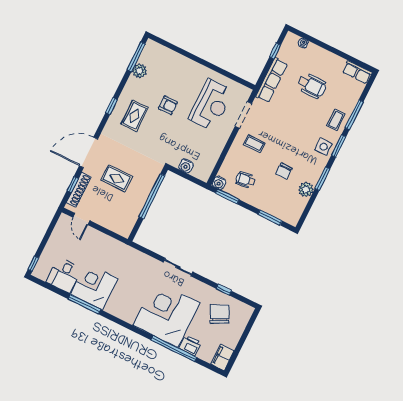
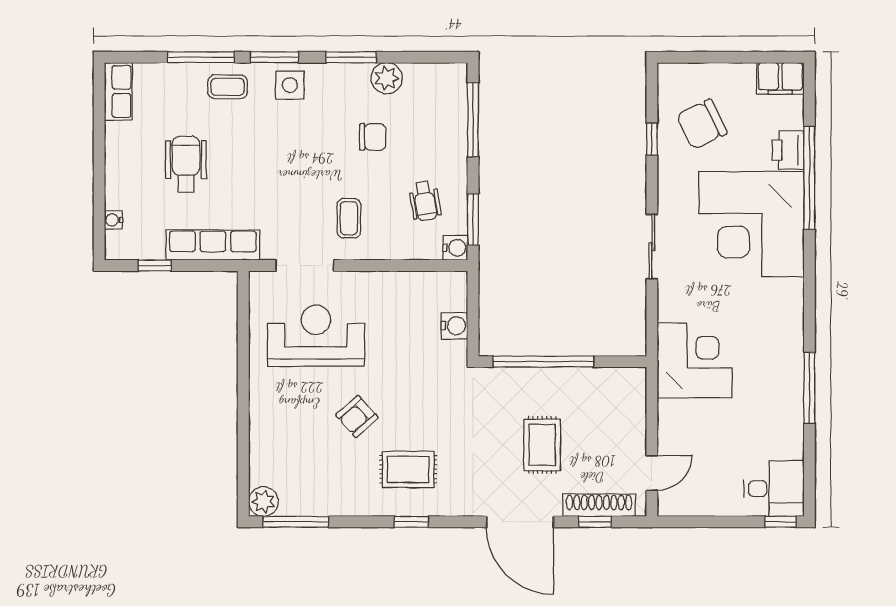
plant: (140, 71) -> (263, 502), moved
armchair: (168, 105) -> (357, 416), turned -132
window: (270, 218) -> (473, 120), width x1.44
desk: (64, 275) -> (774, 489), moved
corner desk: (94, 286) -> (695, 360), moved, turned 180

